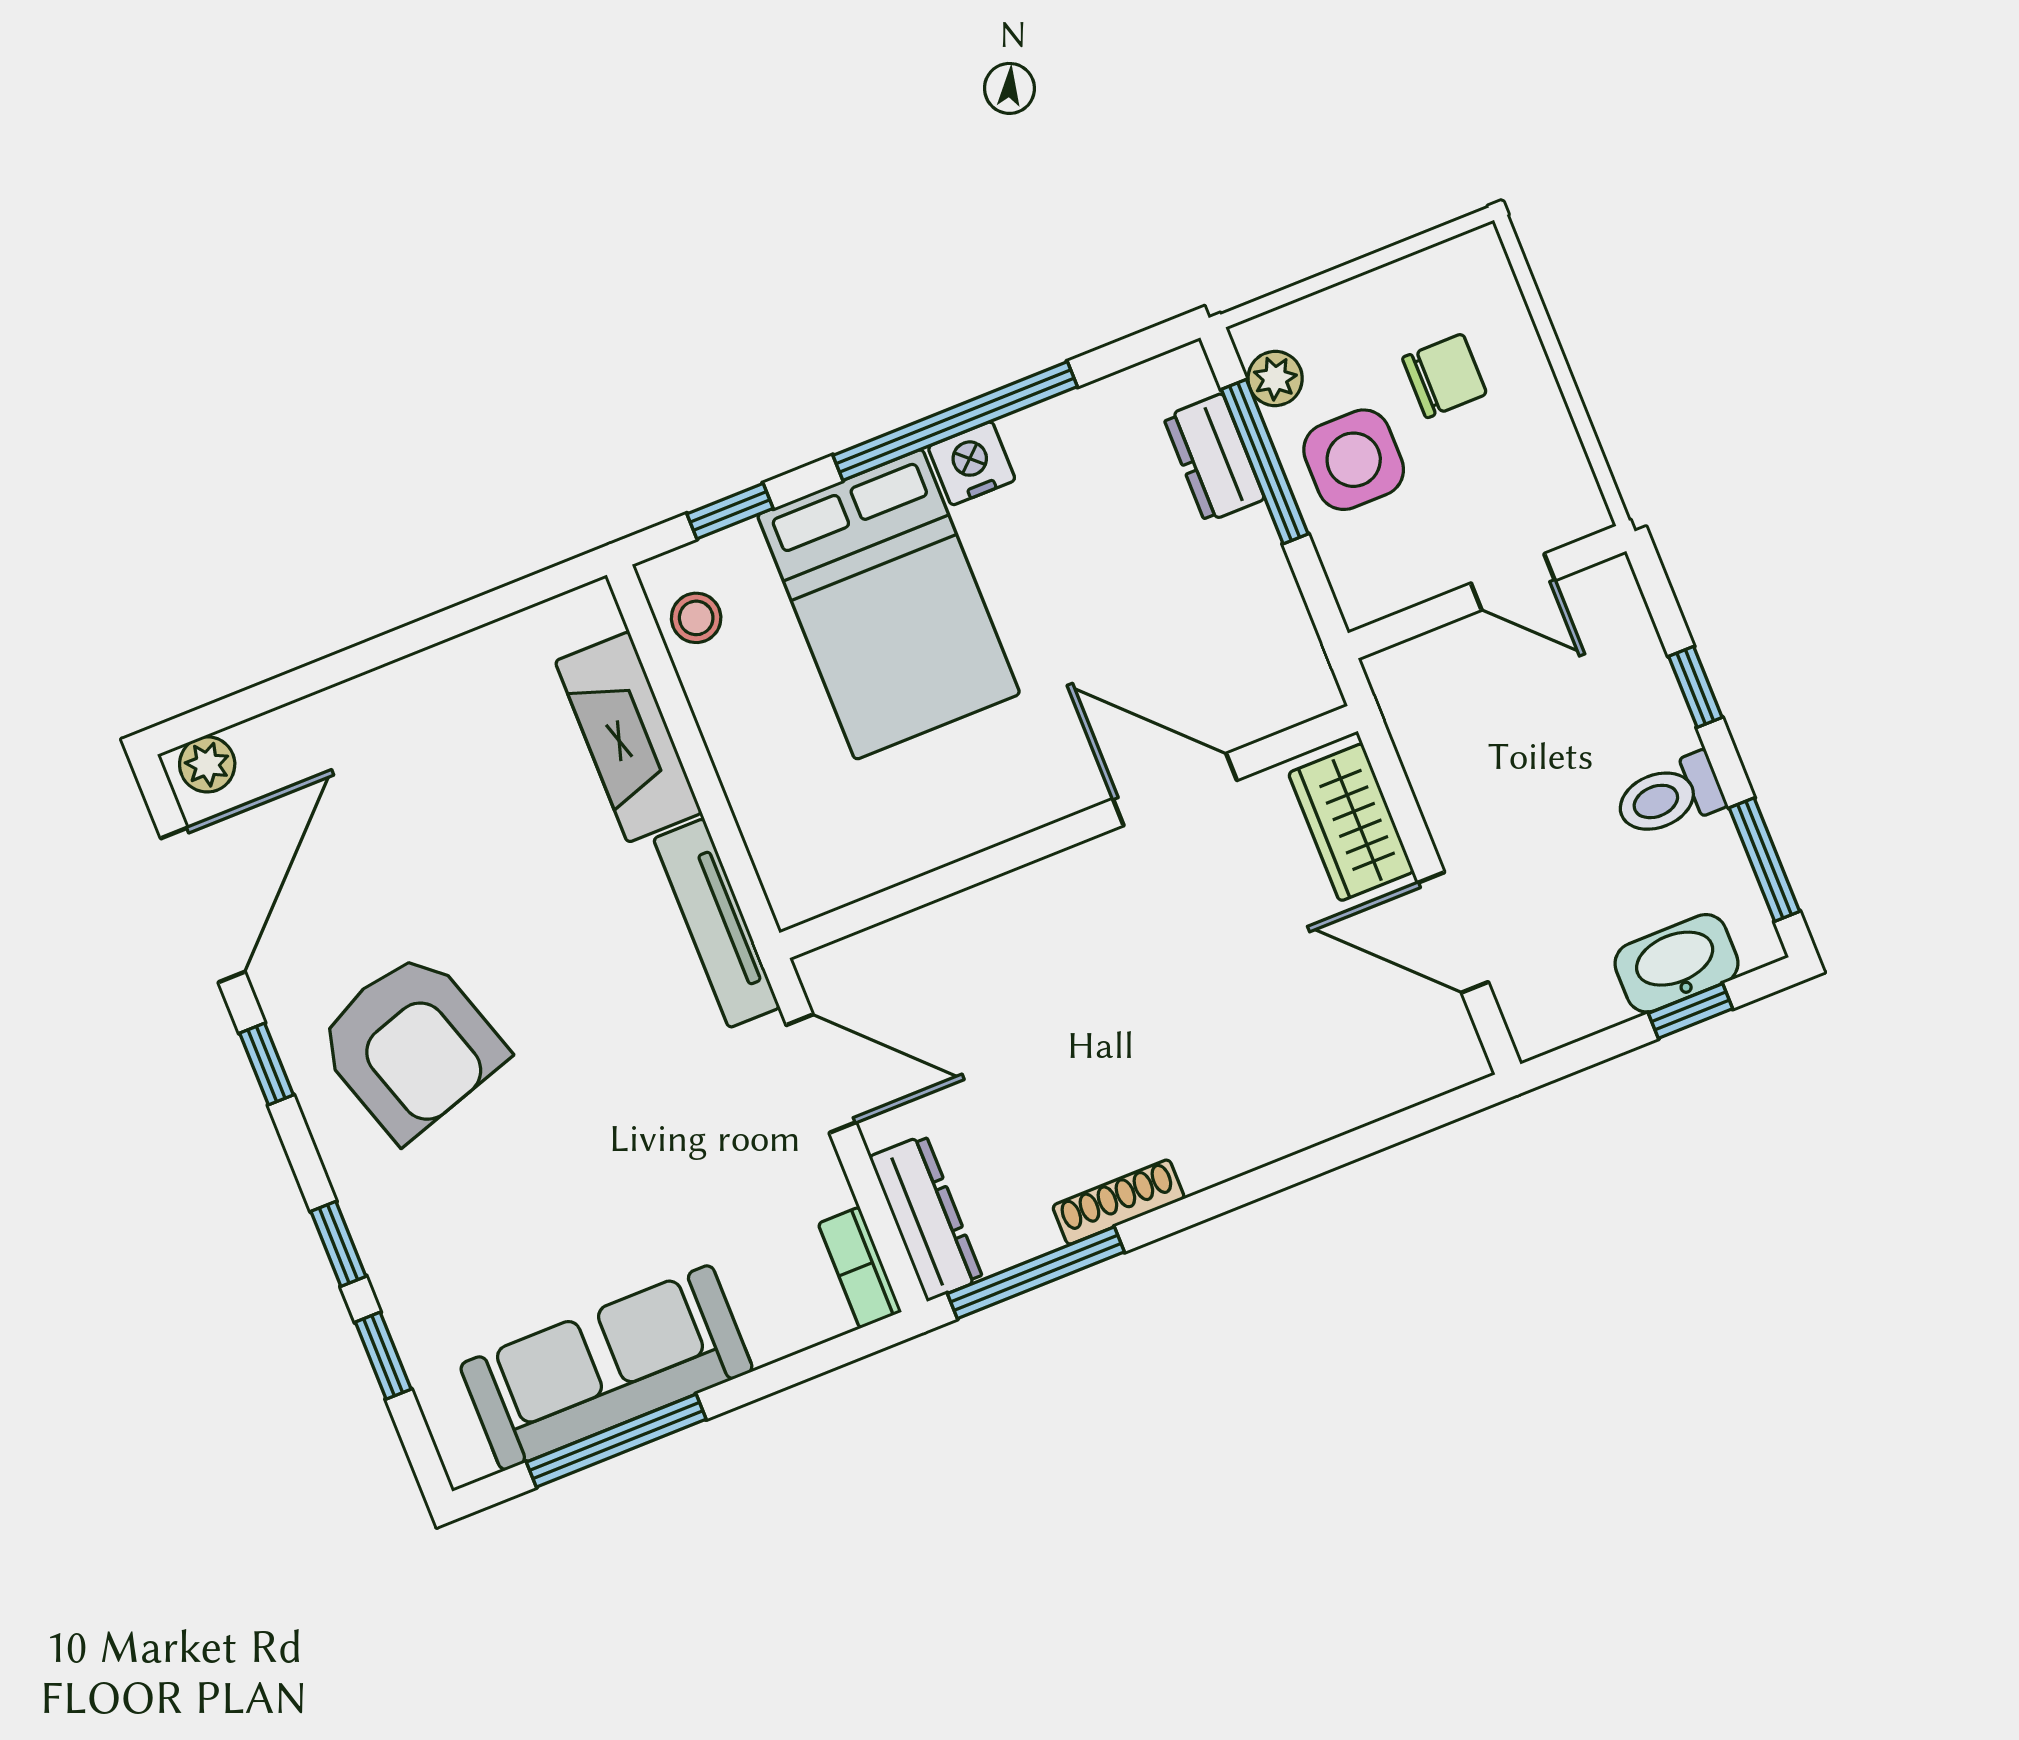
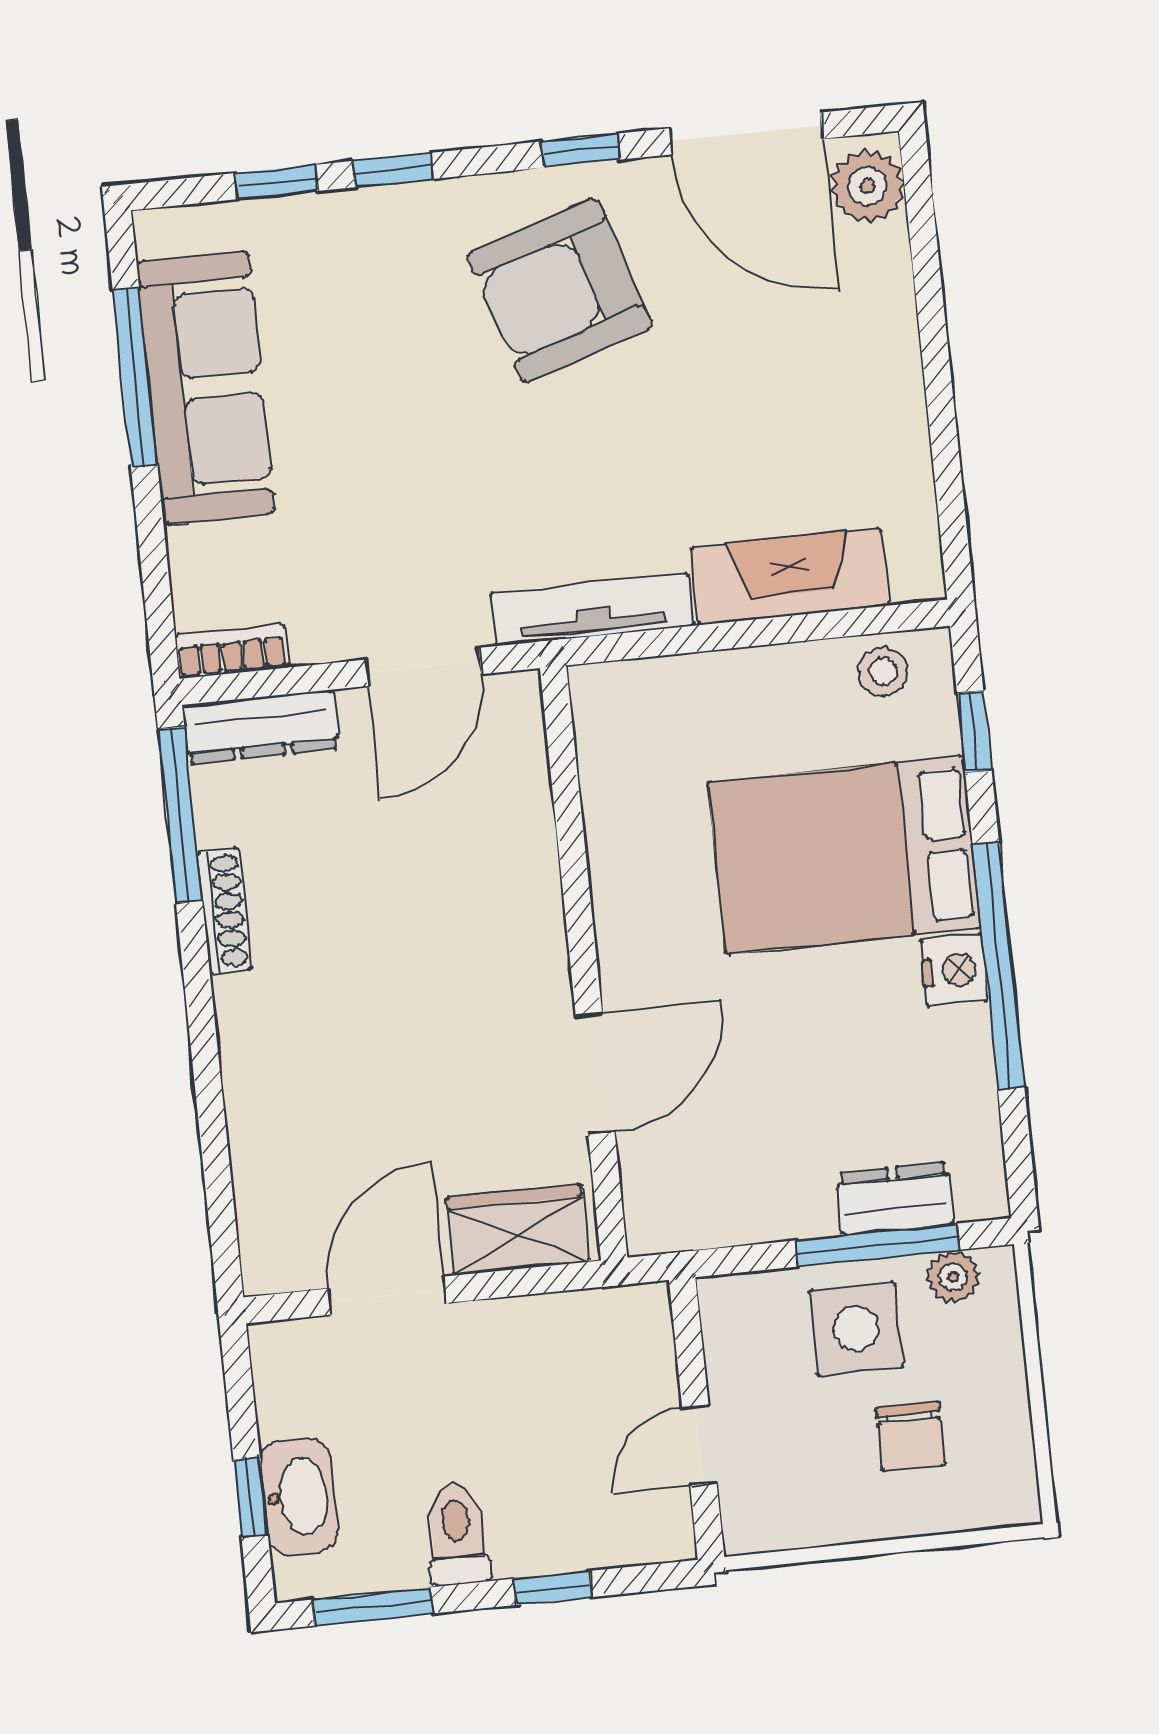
plant: (207, 764) -> (868, 186), width x1.38, depth x1.38

